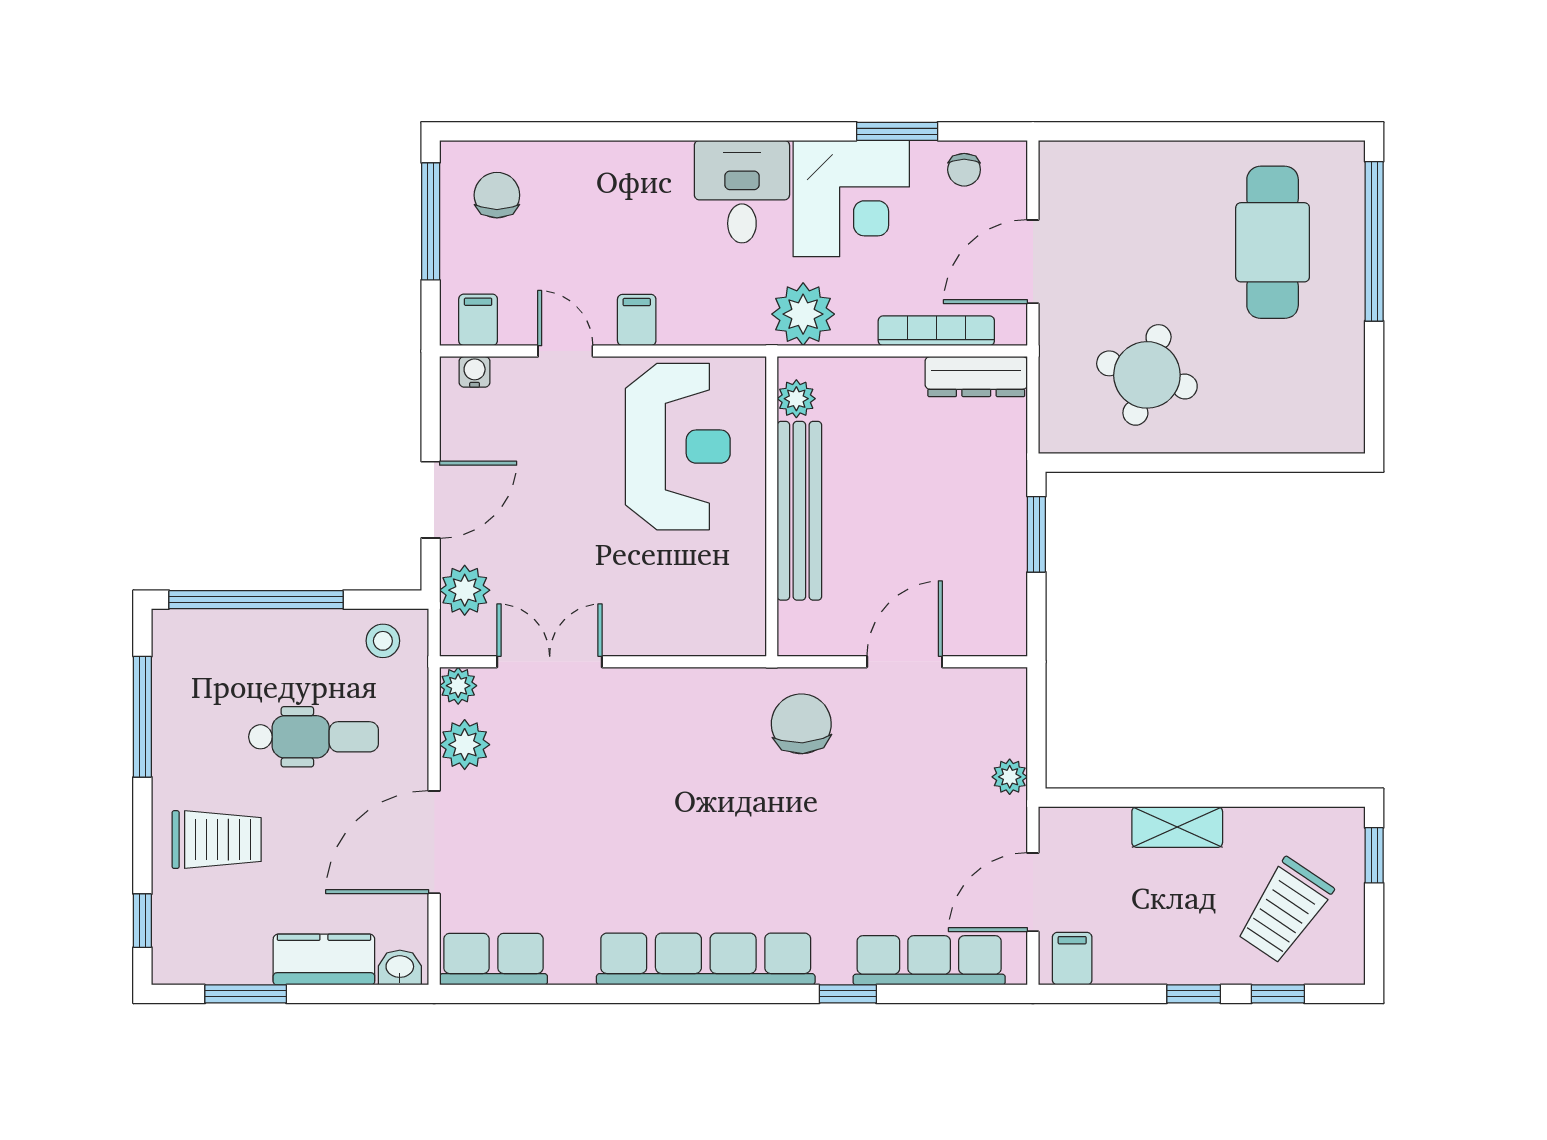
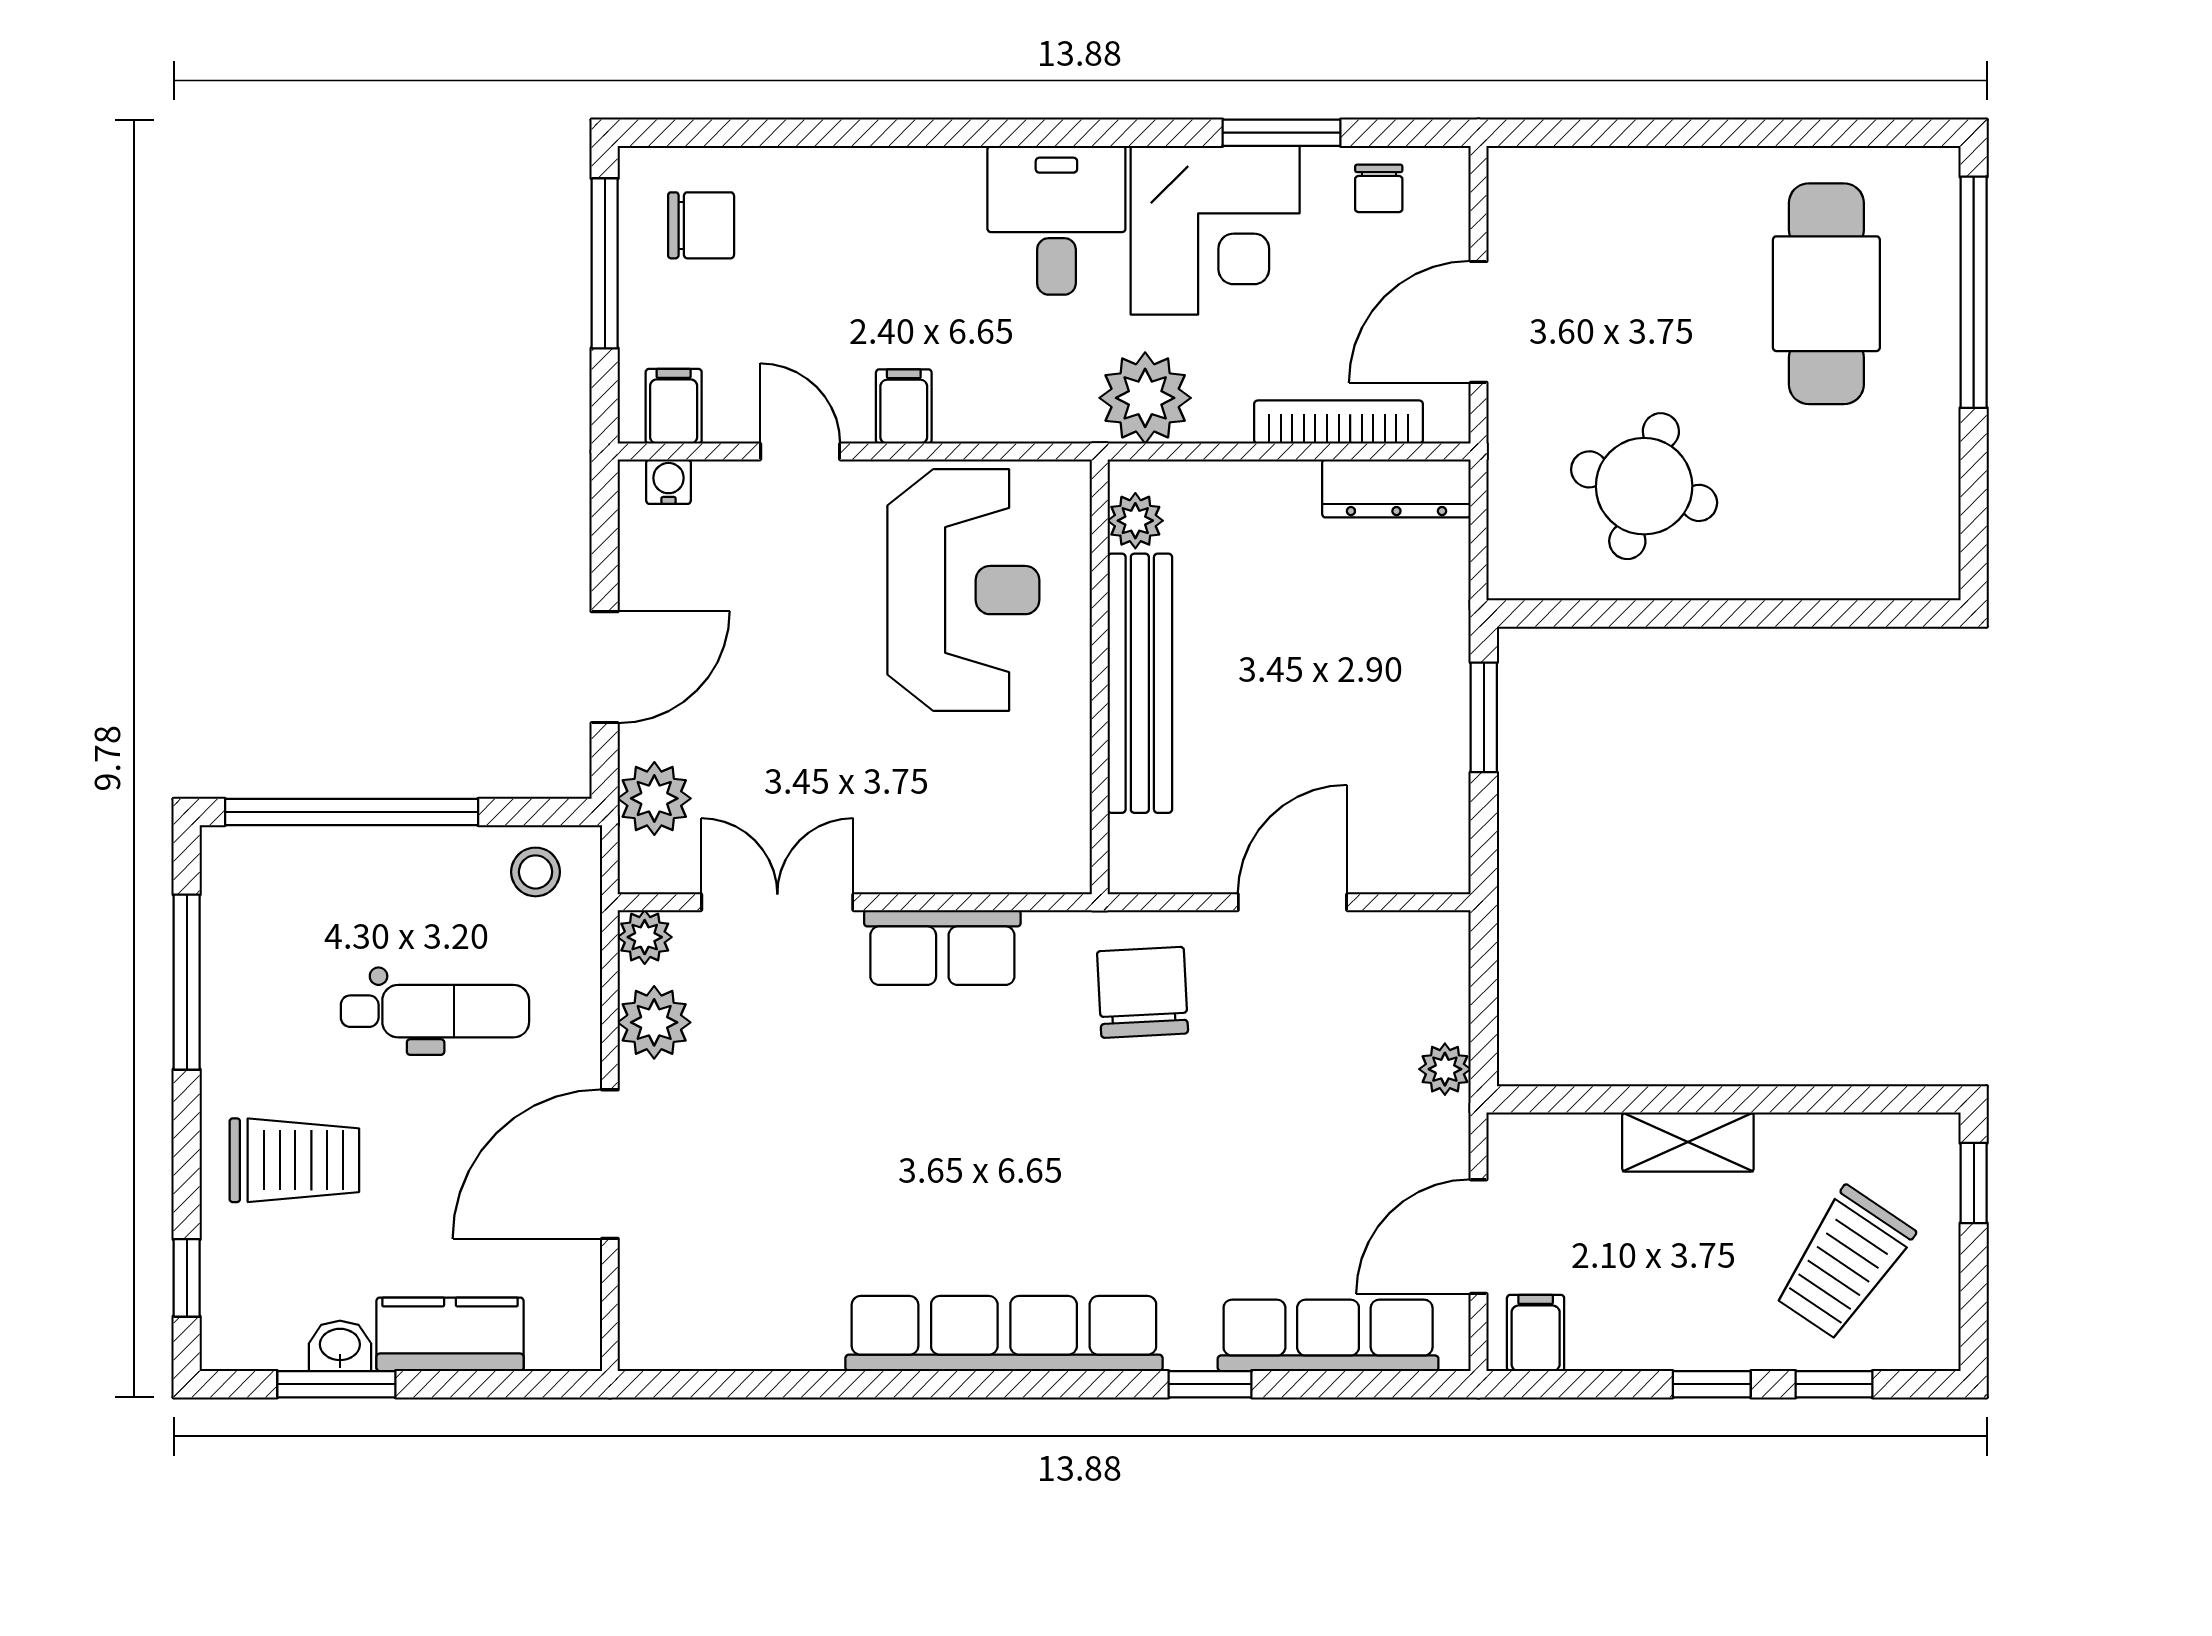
chair: (497, 195) -> (701, 225), turned 90
row of seats: (493, 959) -> (942, 947), moved, turned 180
washbasin: (400, 968) -> (340, 1346), moved

